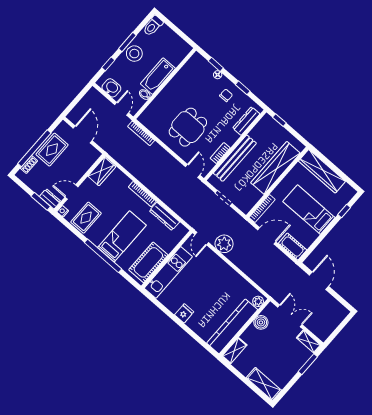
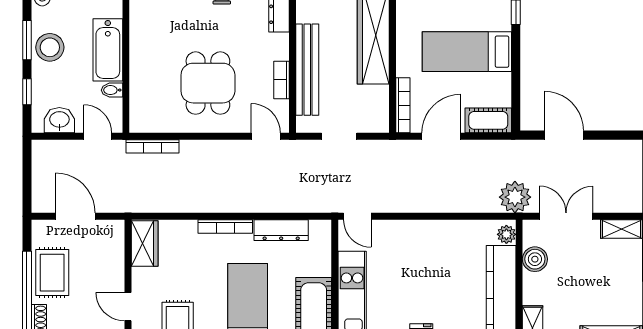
door: (71, 192) -> (128, 307), hinge flipped
plant: (224, 244) -> (515, 197), moved

